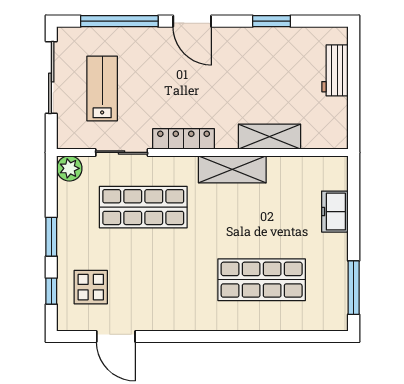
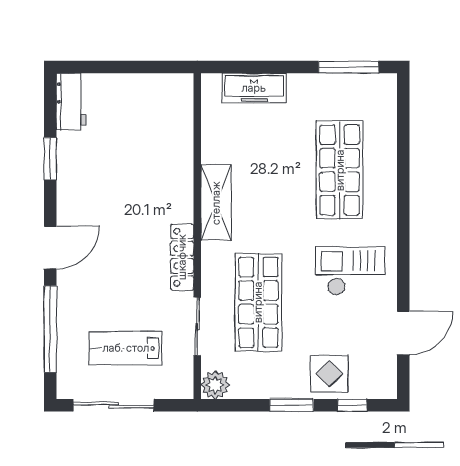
workbench: (335, 70) -> (71, 102), moved, turned -90
shelving: (270, 137) -> (180, 161), removed
freezer: (335, 212) -> (254, 88), width x1.40
display table: (91, 287) -> (329, 374), moved
checkout: (171, 289) -> (350, 271), added

